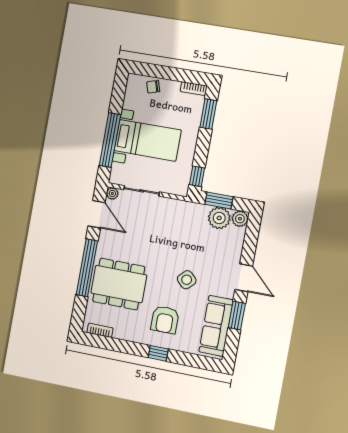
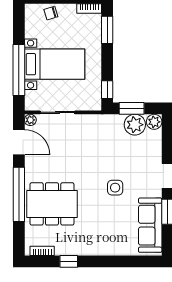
side table: (187, 280) -> (115, 188), turned 45
armchair: (165, 320) -> (102, 229), removed
window: (158, 353) -> (69, 261), moved

